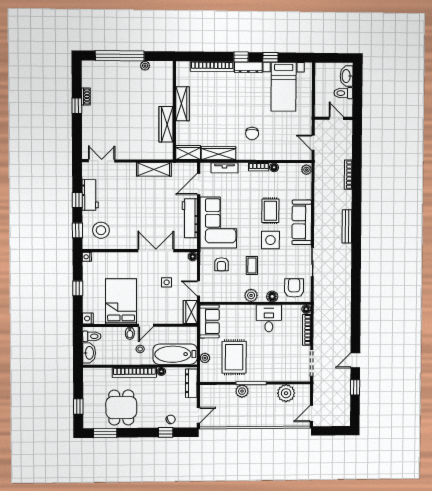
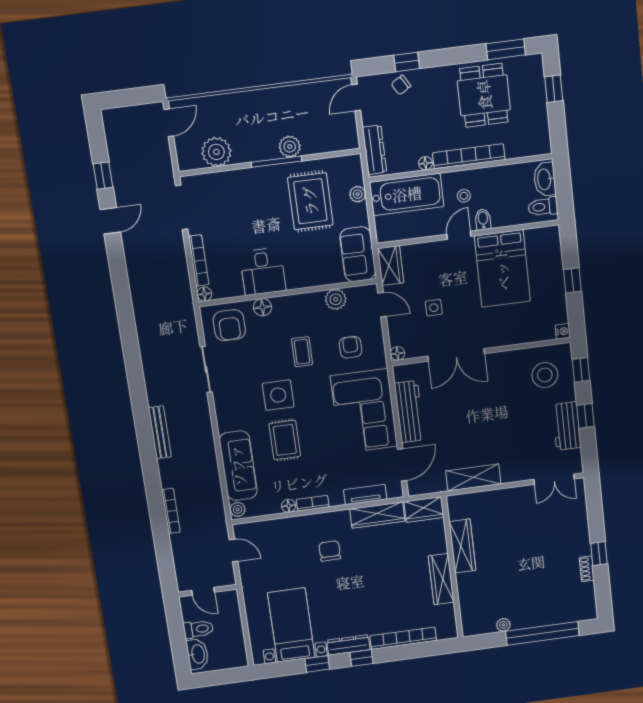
sofa: (302, 222) -> (238, 466), moved
plant: (251, 295) -> (336, 299), moved
nightstand: (88, 318) -> (552, 235), removed

